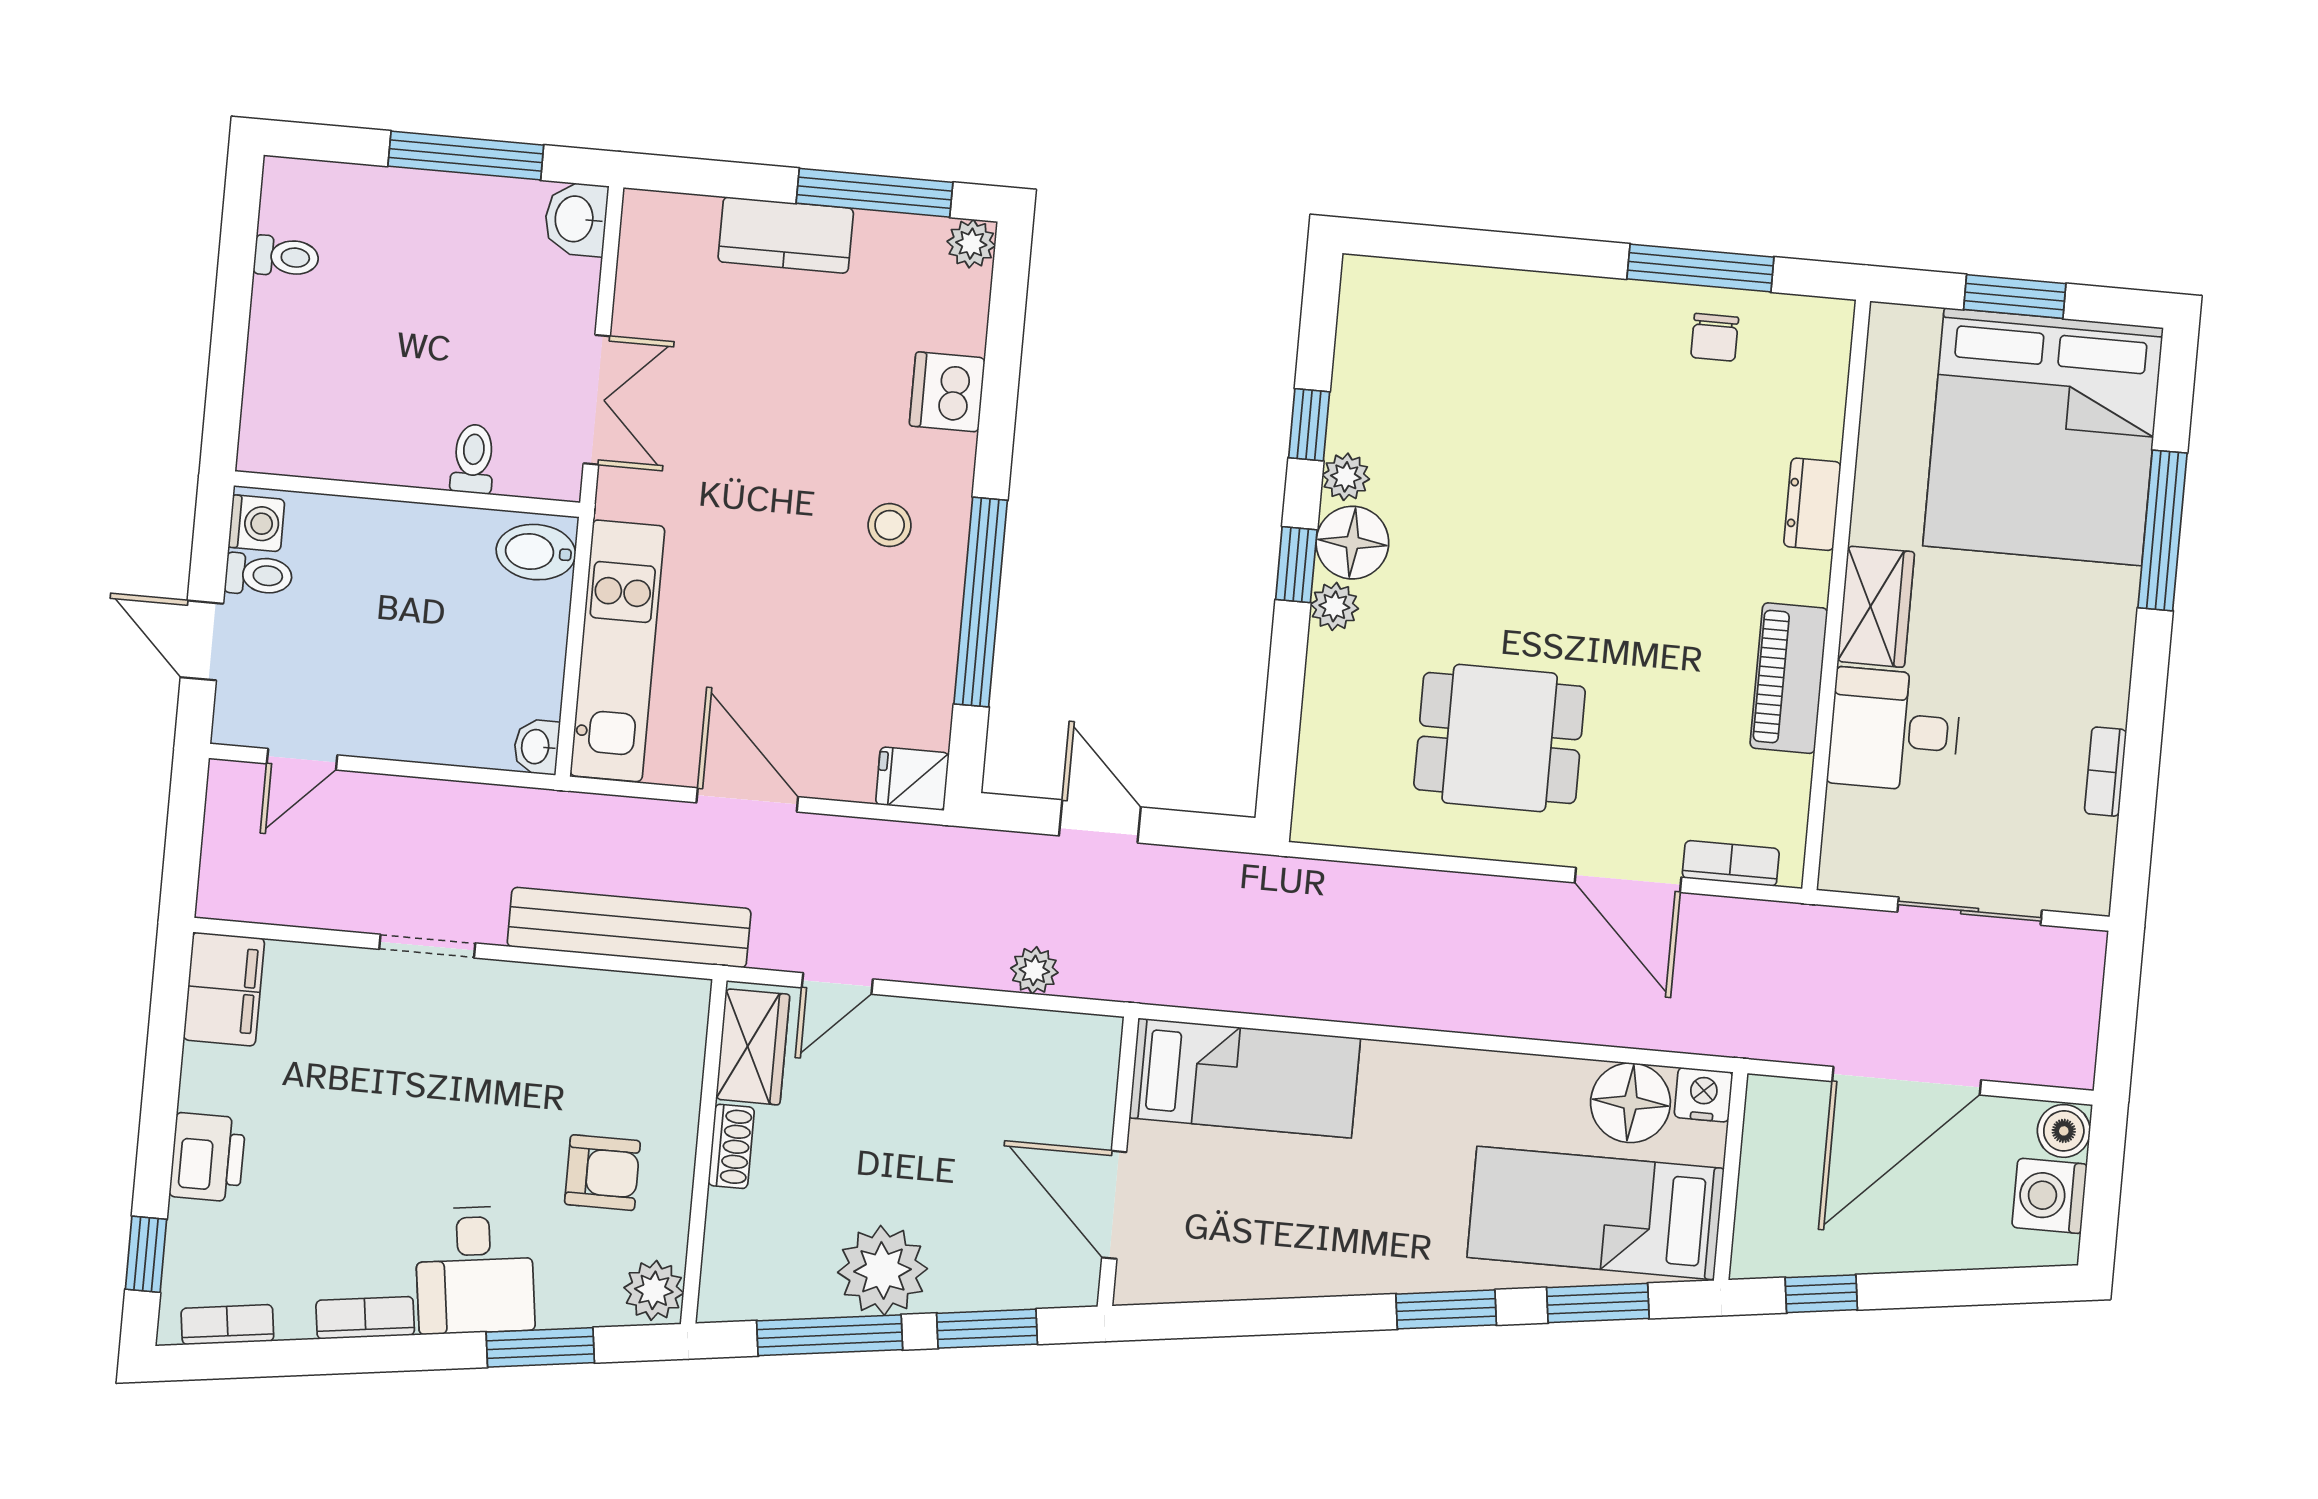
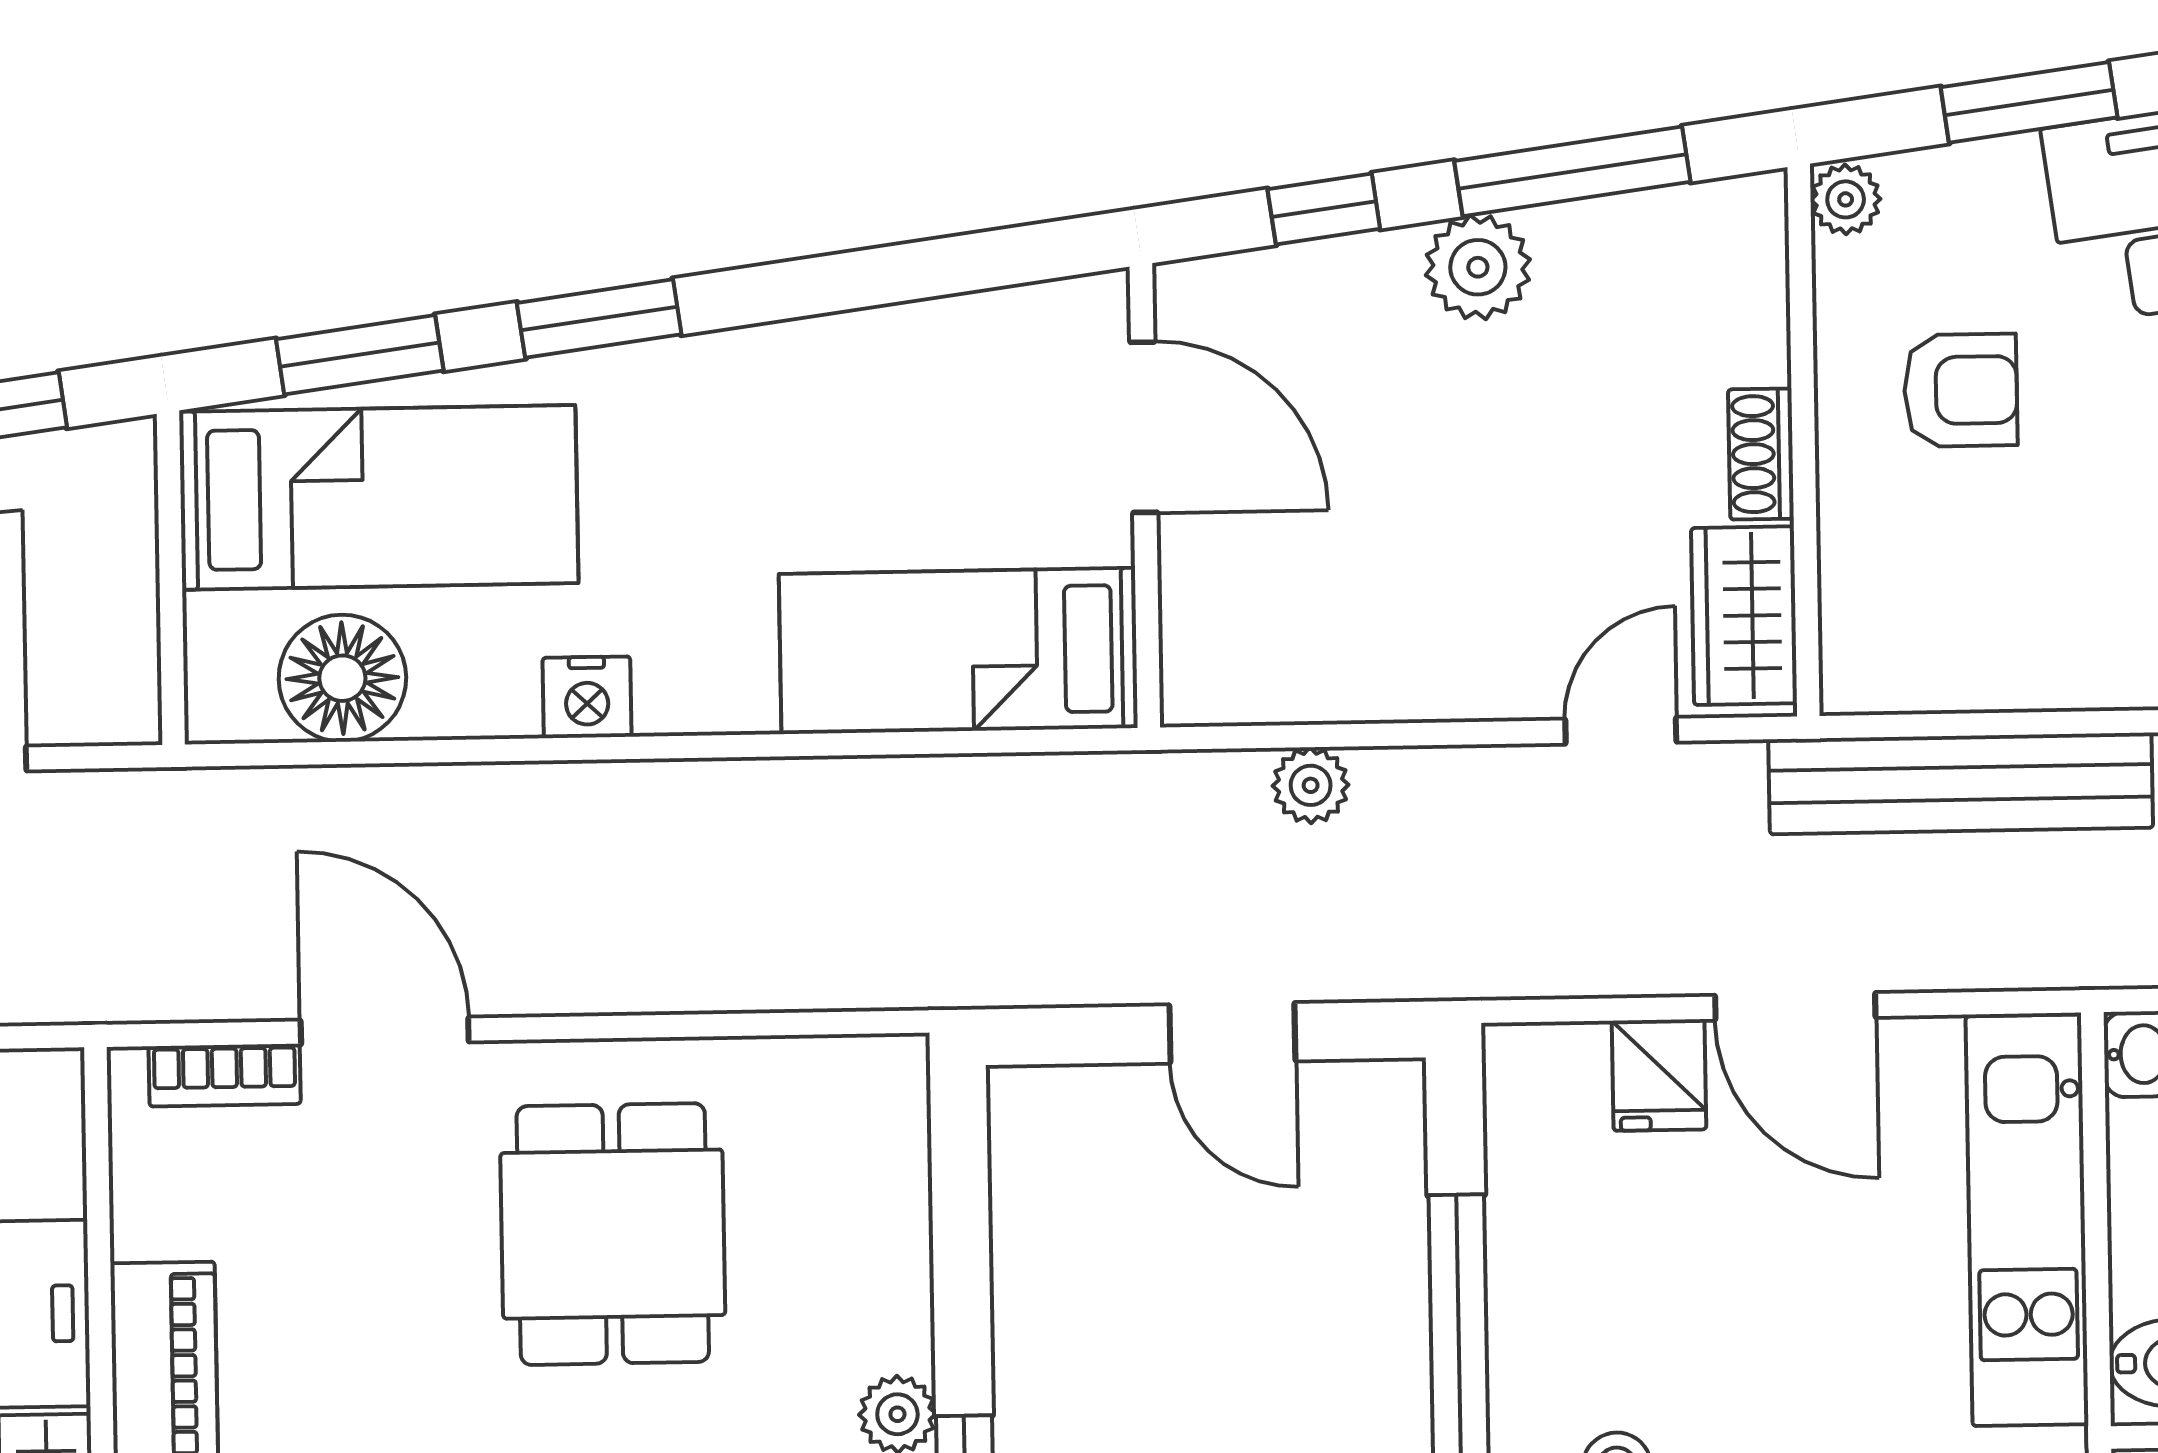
dining table: (1500, 738) -> (613, 1234), turned 90
fridge: (912, 779) -> (1659, 1075), moved, turned 90
nightstand: (1704, 1095) -> (587, 697), moved
armchair: (602, 1173) -> (1961, 390), turned 180
plant: (882, 1270) -> (1478, 267), width x0.73, depth x0.73
plant: (654, 1290) -> (1846, 199), width x0.73, depth x0.73
window: (987, 1329) -> (1324, 209), width x0.67

